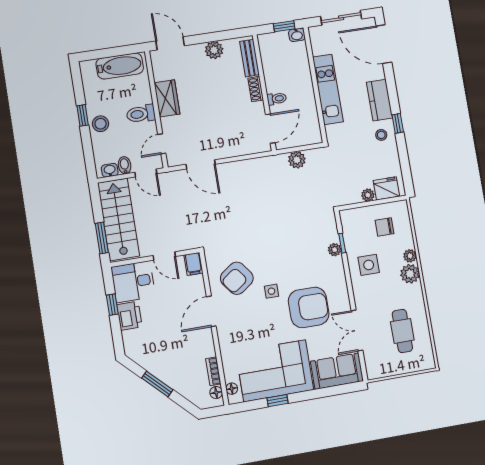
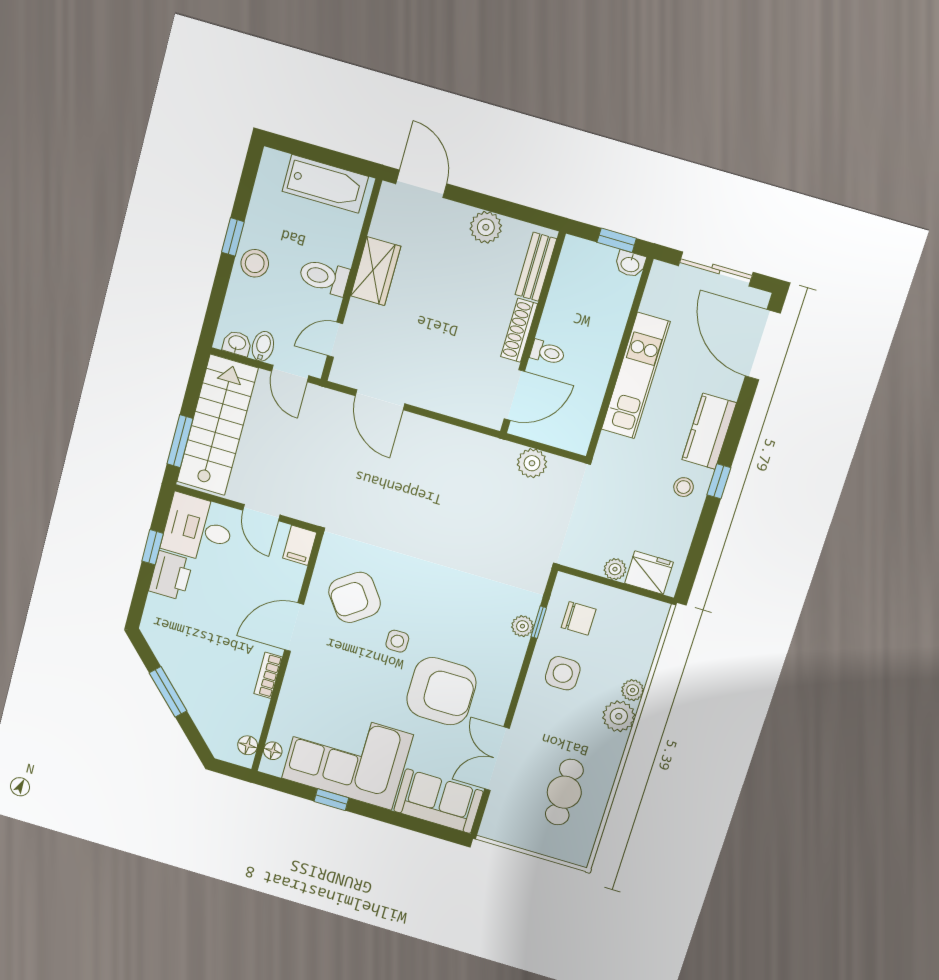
shoe rack: (256, 89) -> (519, 330), width x1.43
chair: (385, 227) -> (579, 618), moved, turned 180
bookcase: (213, 371) -> (268, 675), moved

